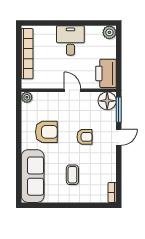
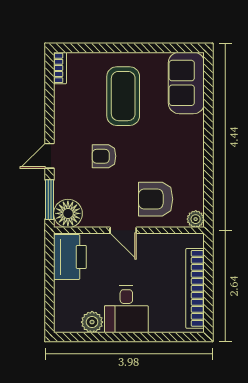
plant: (109, 32) -> (92, 322), moved
armchair: (46, 132) -> (156, 199), moved
coffee table: (72, 175) -> (123, 96), width x1.86, depth x1.72
sofa: (33, 176) -> (186, 83), width x0.73

